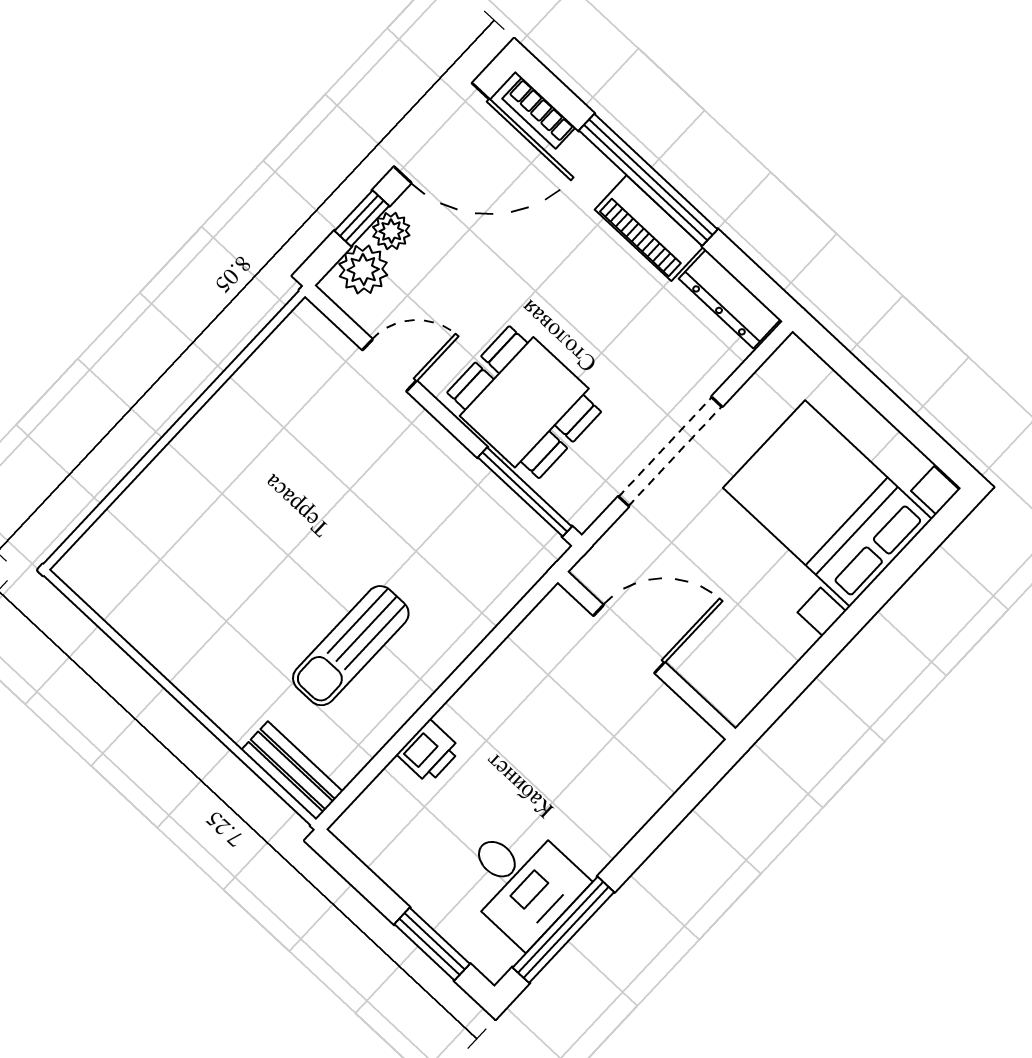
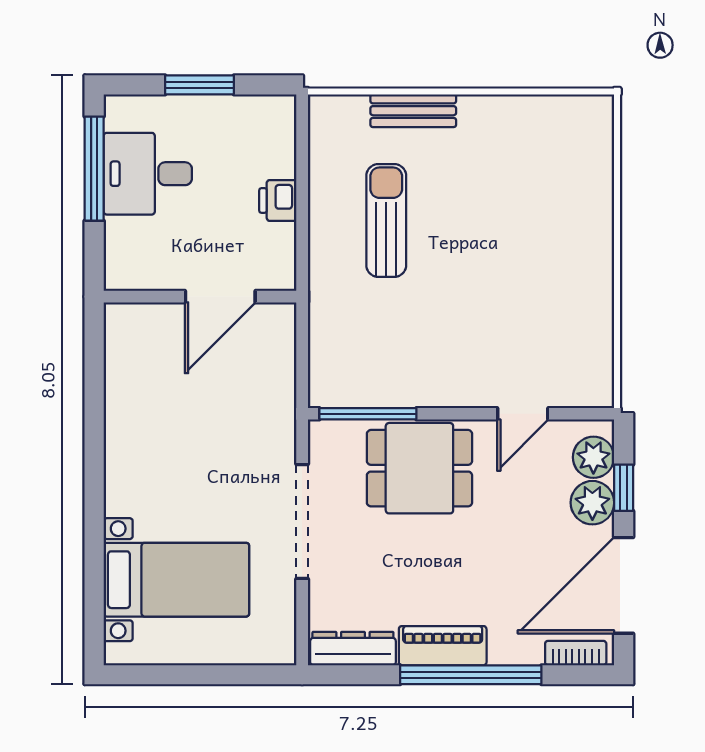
plant: (391, 231) -> (592, 503), width x1.38, depth x1.38
bed with nightstands: (828, 503) -> (176, 580), width x0.73
door: (629, 639) -> (220, 297), moved
wall: (647, 655) -> (200, 297), moved
bench: (292, 771) -> (413, 111), moved
window: (432, 944) -> (199, 85), moved

